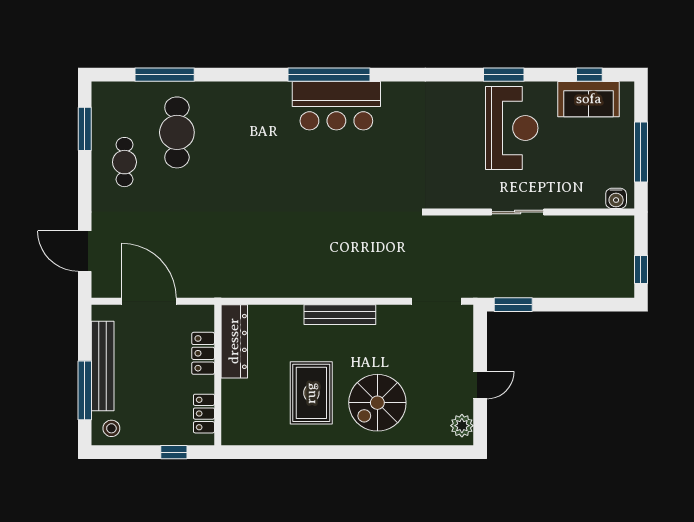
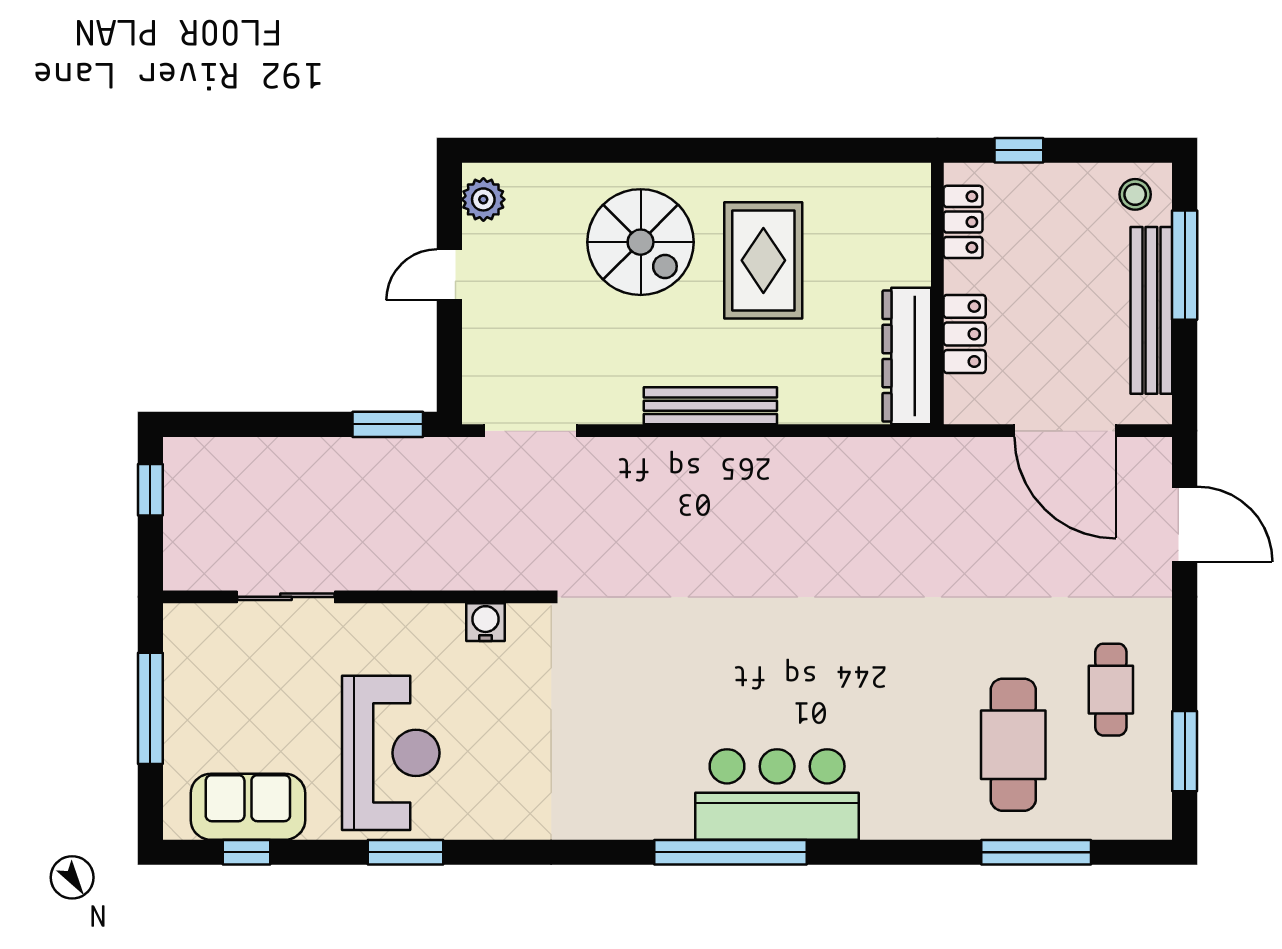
bar counter: (336, 106) -> (777, 794), moved
reception desk: (512, 128) -> (391, 753), turned 180
water cooler: (616, 198) -> (486, 622), moved
sliding door: (518, 212) -> (286, 597), moved
spiral stairs: (377, 403) -> (641, 242), turned 90

